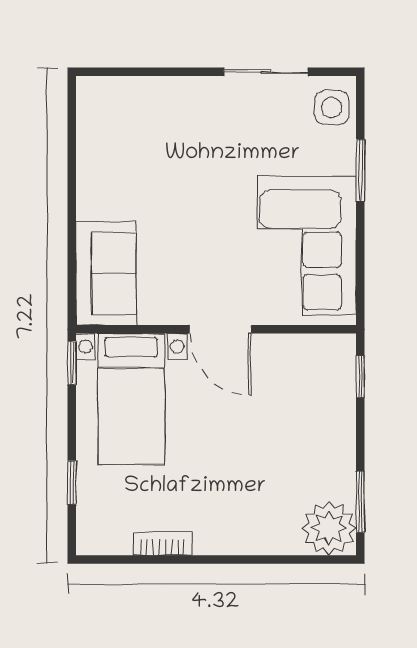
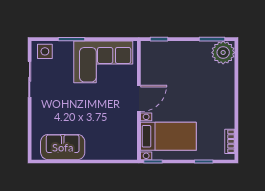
sofa: (106, 273) -> (63, 147), moved
bookcase: (162, 544) -> (230, 141), moved

